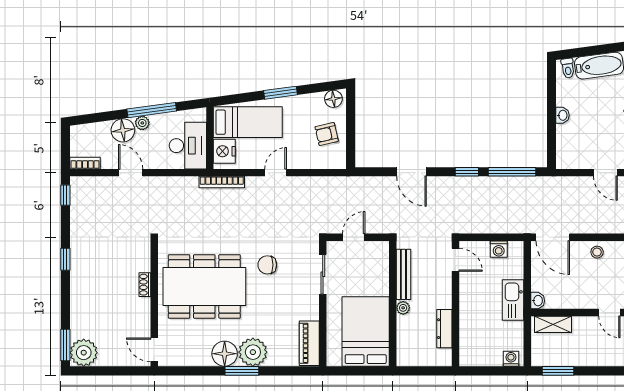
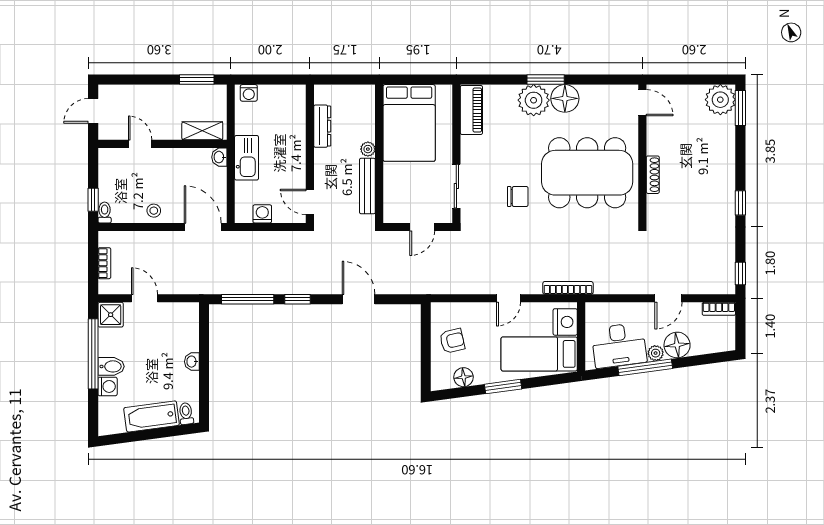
floor lamp: (333, 99) -> (464, 377), moved
desk: (188, 146) -> (619, 345), moved, turned -98
door: (131, 173) -> (668, 298), hinge flipped
shoe rack: (145, 285) -> (653, 175), width x1.43

